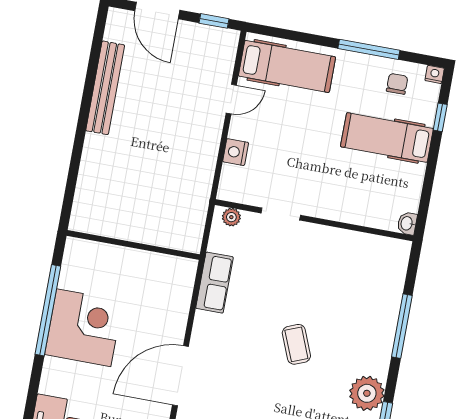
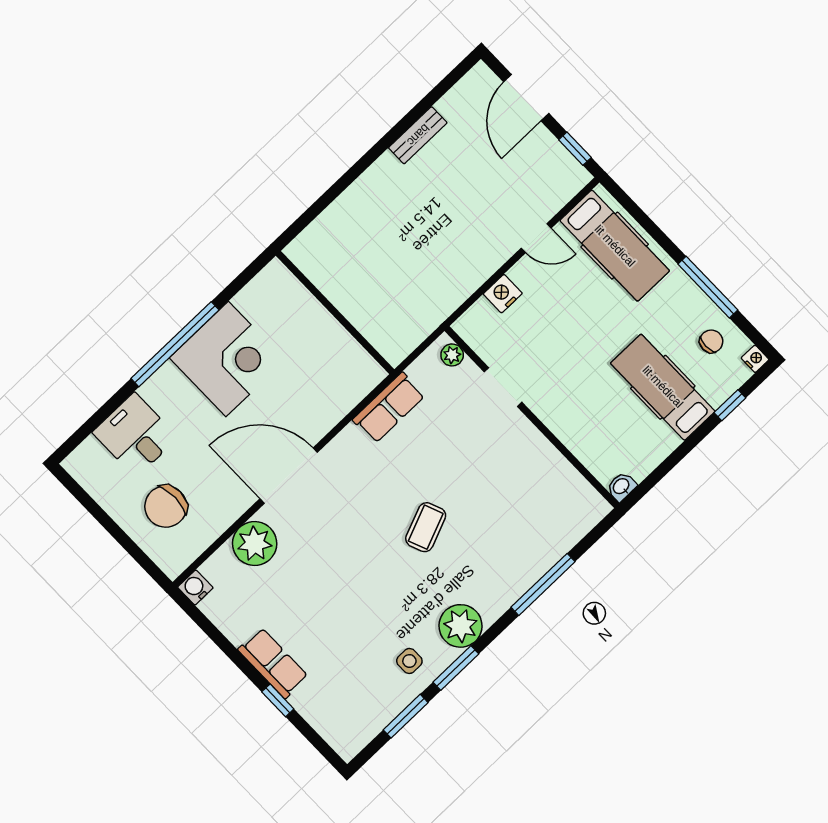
bench: (105, 88) -> (418, 135), width x0.54, depth x0.82
window: (48, 310) -> (175, 344), moved

